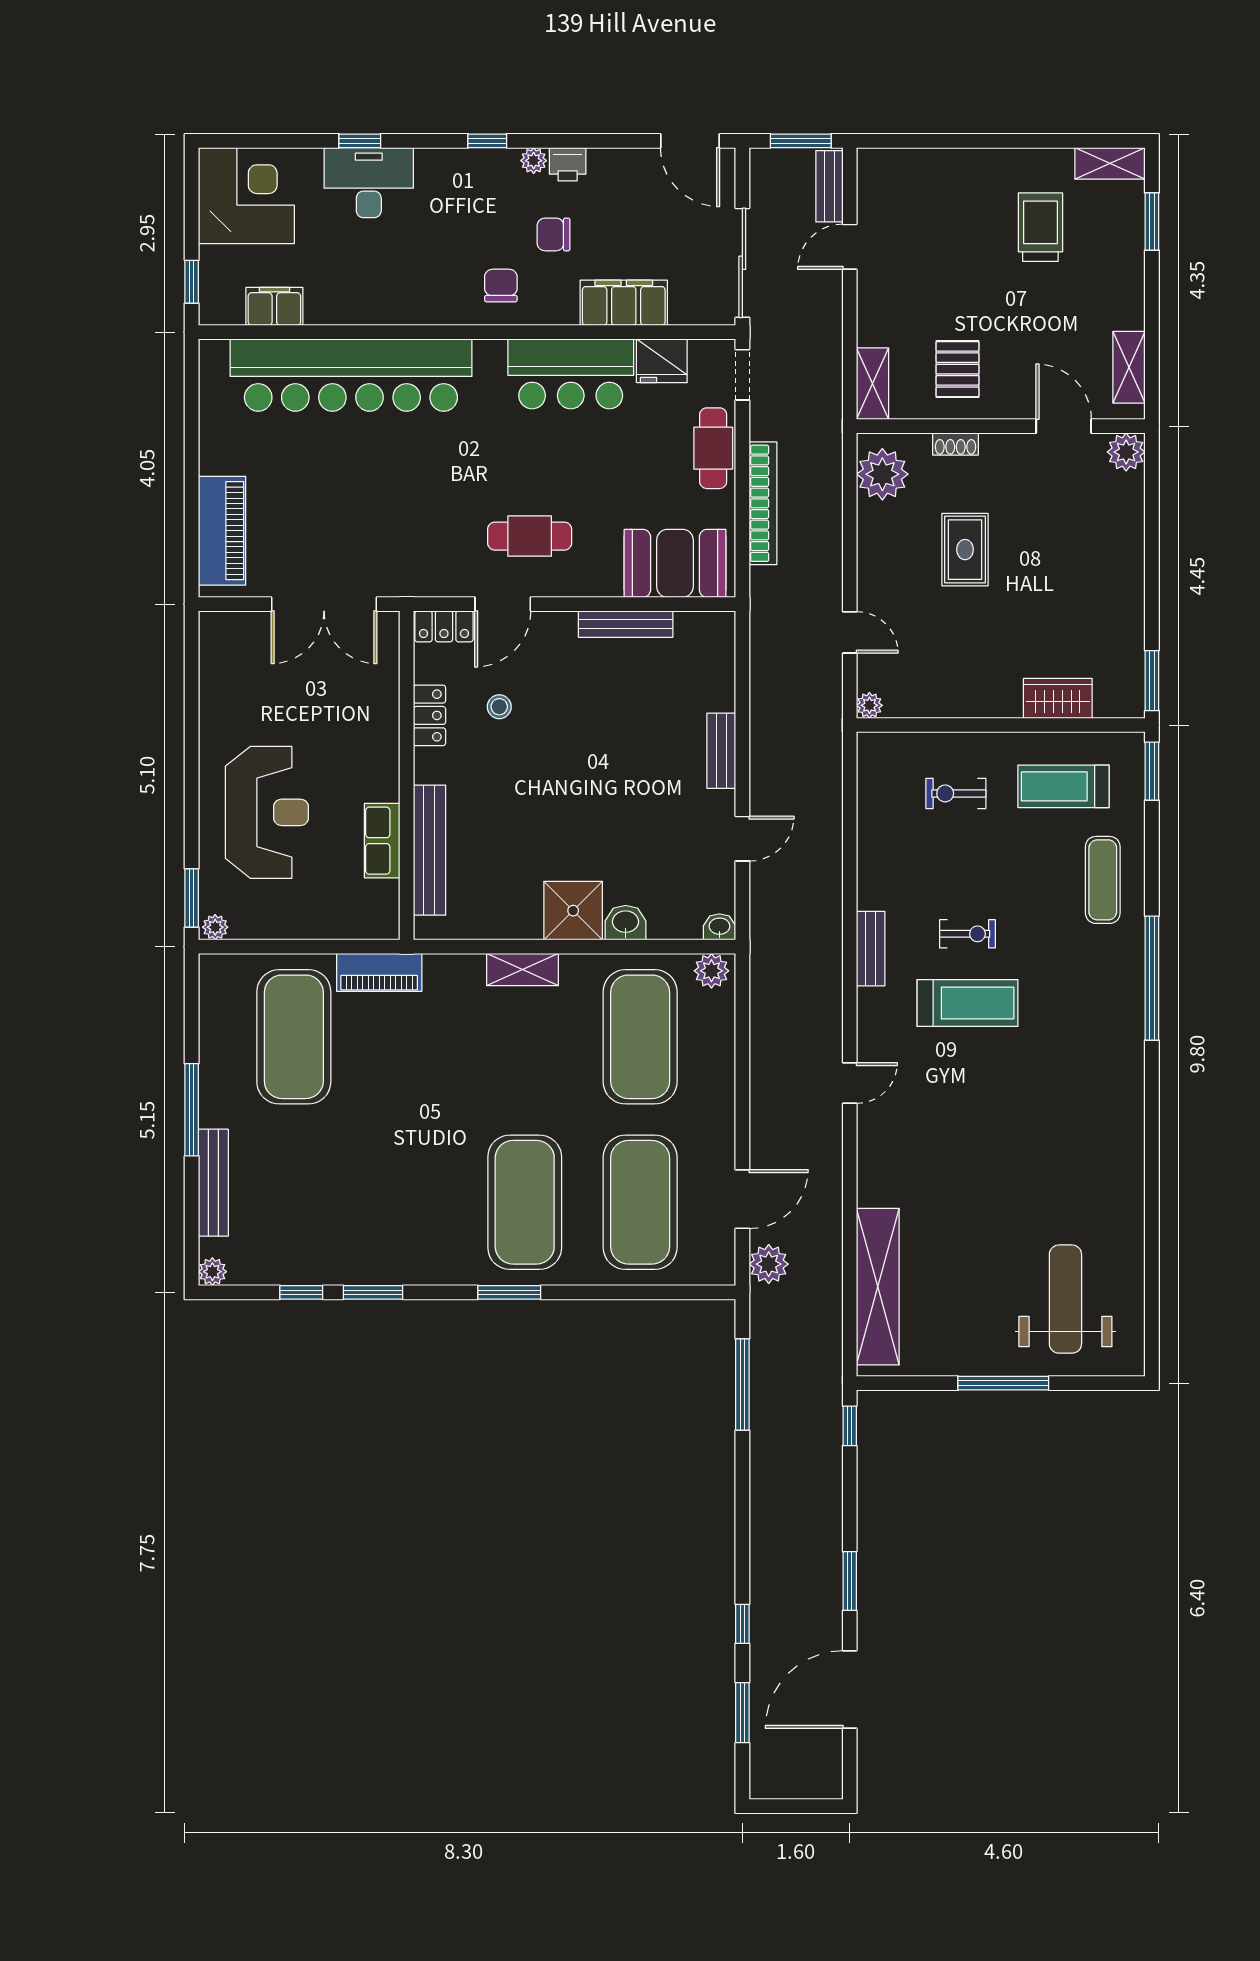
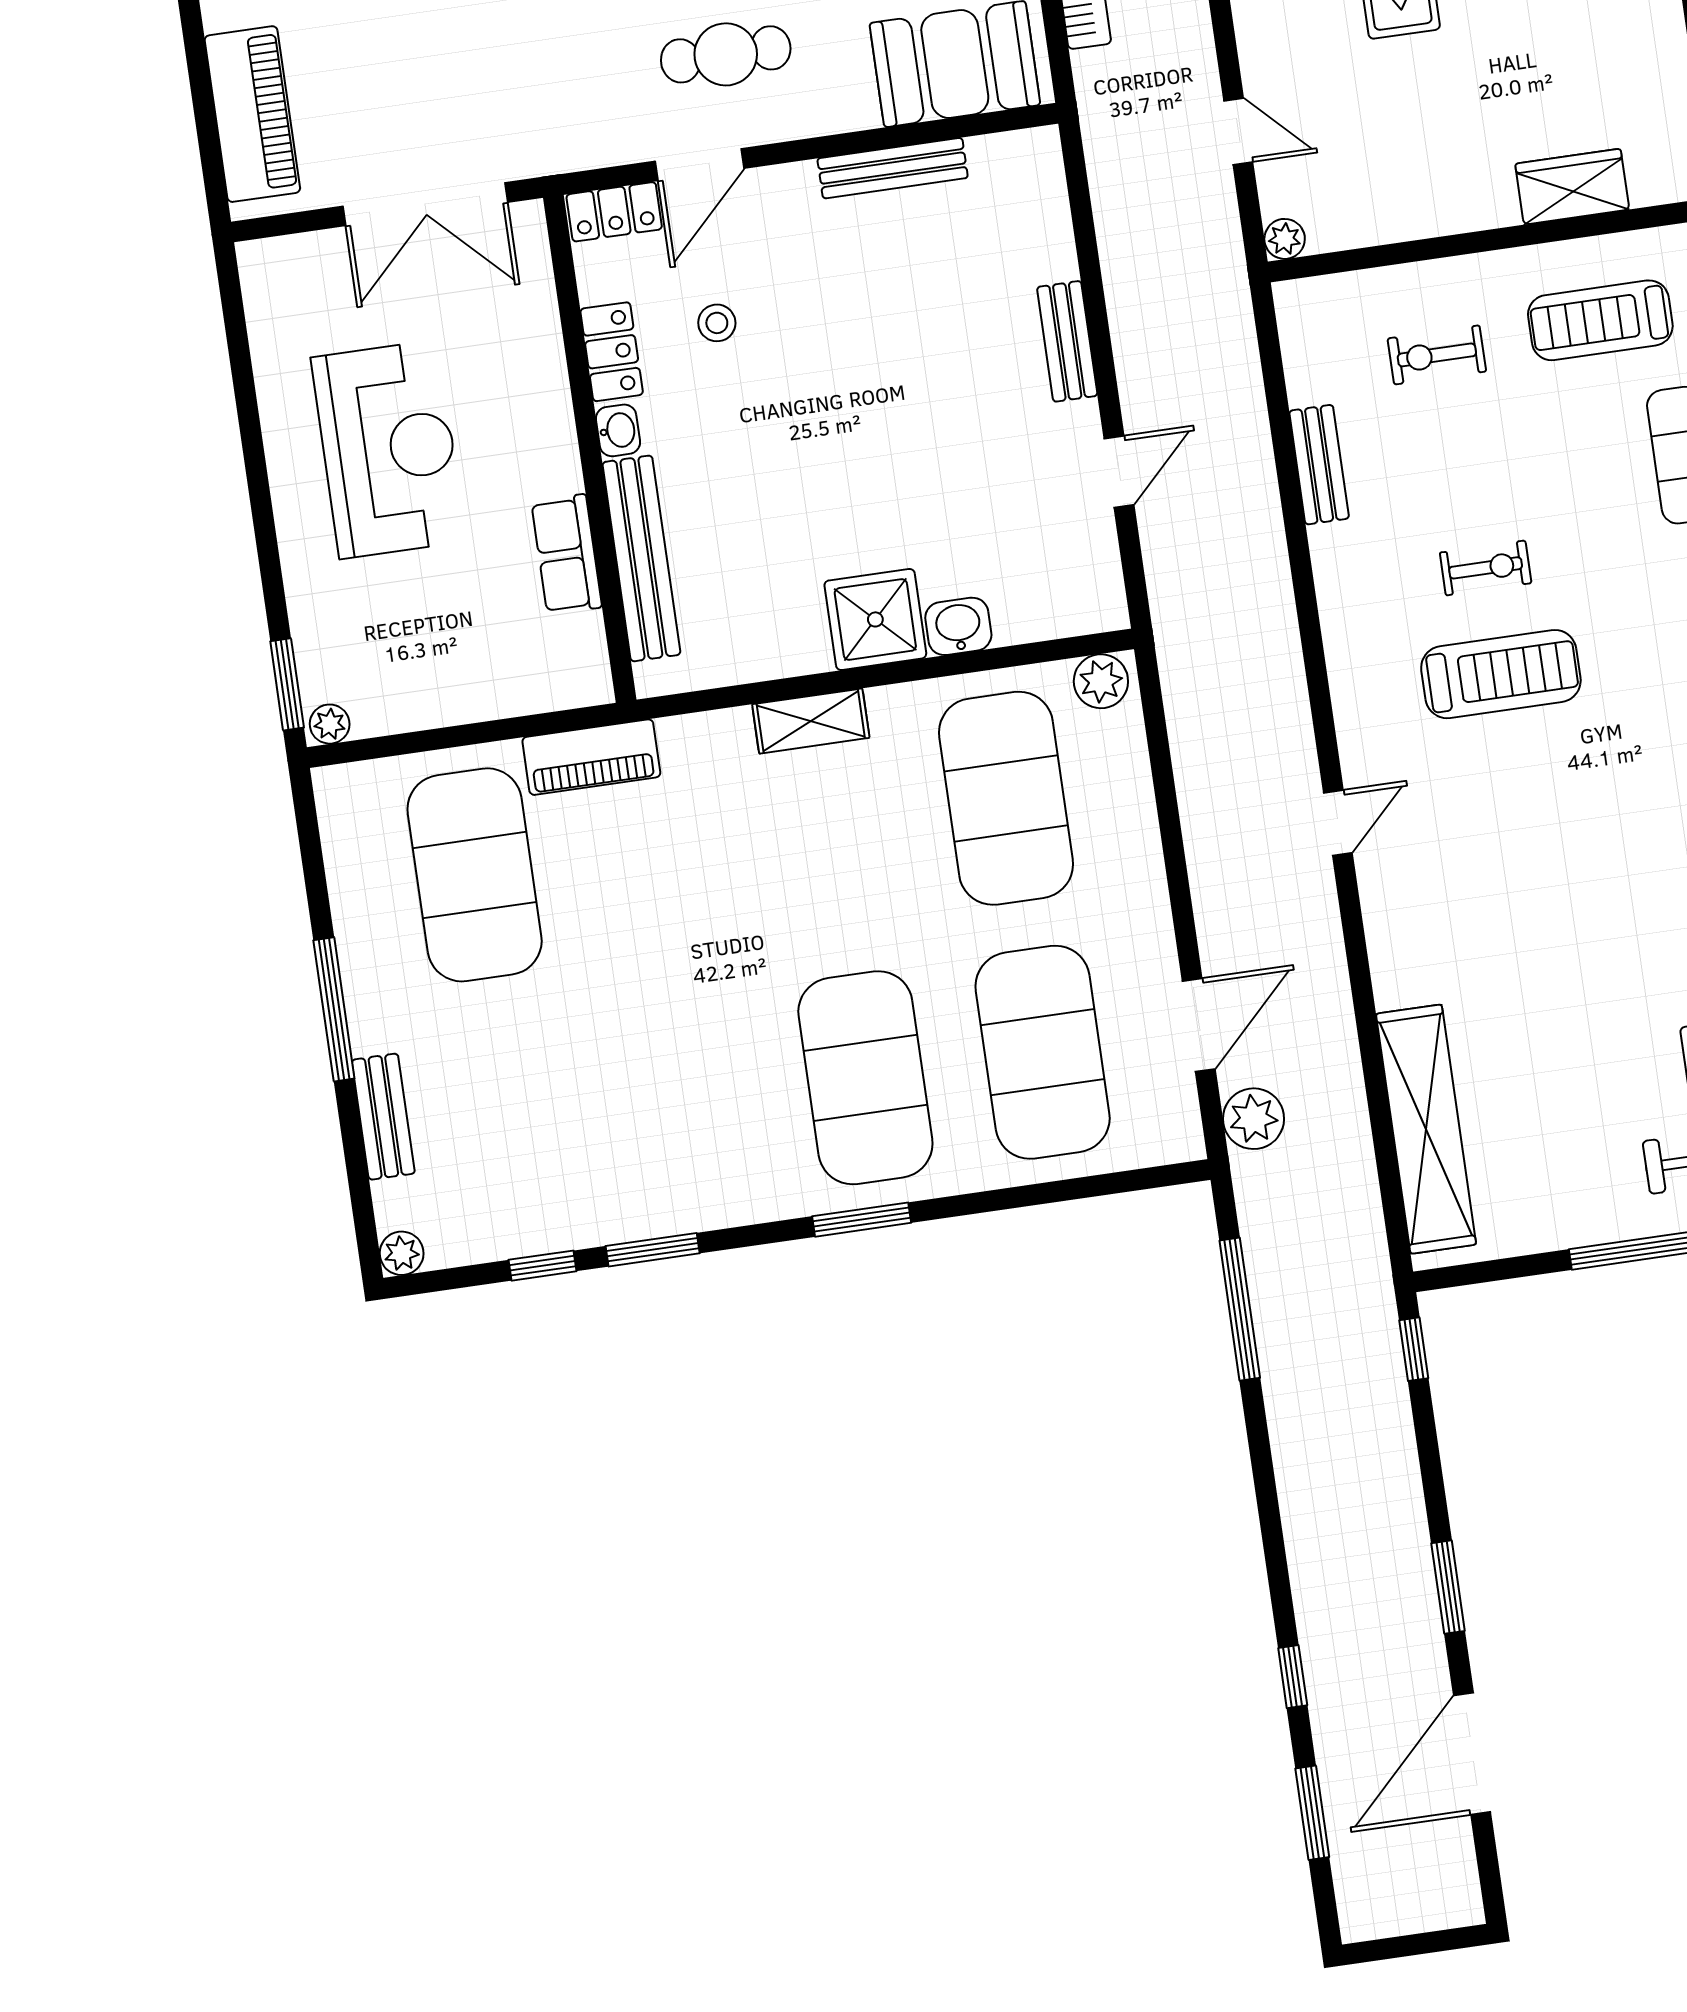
reception desk: (267, 812) -> (389, 449), moved
washbasin: (719, 927) -> (618, 430), moved, turned 90
bench: (871, 949) -> (1319, 465), moved
bench: (213, 1183) -> (383, 1117), width x0.73

